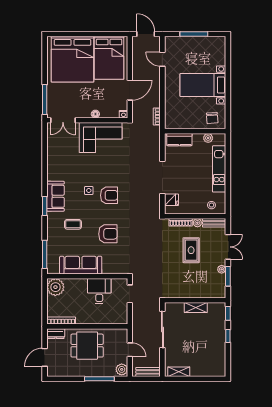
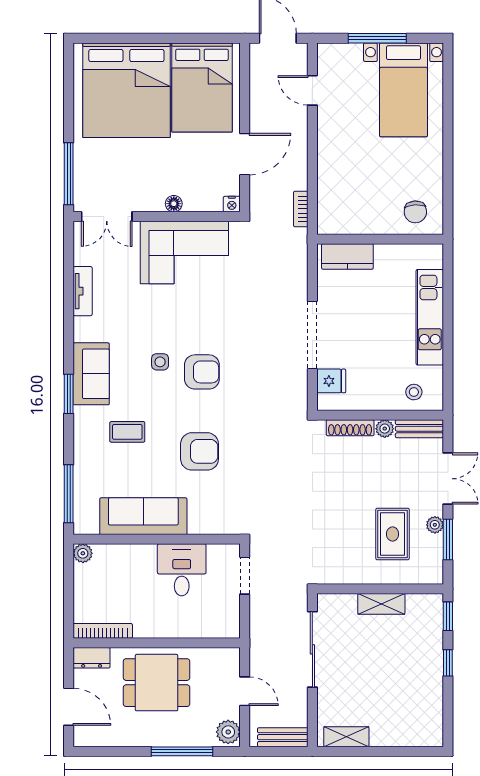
bed with nightstands: (203, 85) -> (403, 90), moved, turned -90
plant: (208, 138) -> (407, 253), removed
tv unit: (51, 156) -> (83, 291), added
rug: (191, 250) -> (393, 534), moved
plant: (55, 287) -> (83, 553), width x0.53, depth x0.53
door: (45, 357) -> (69, 707), swing flipped

